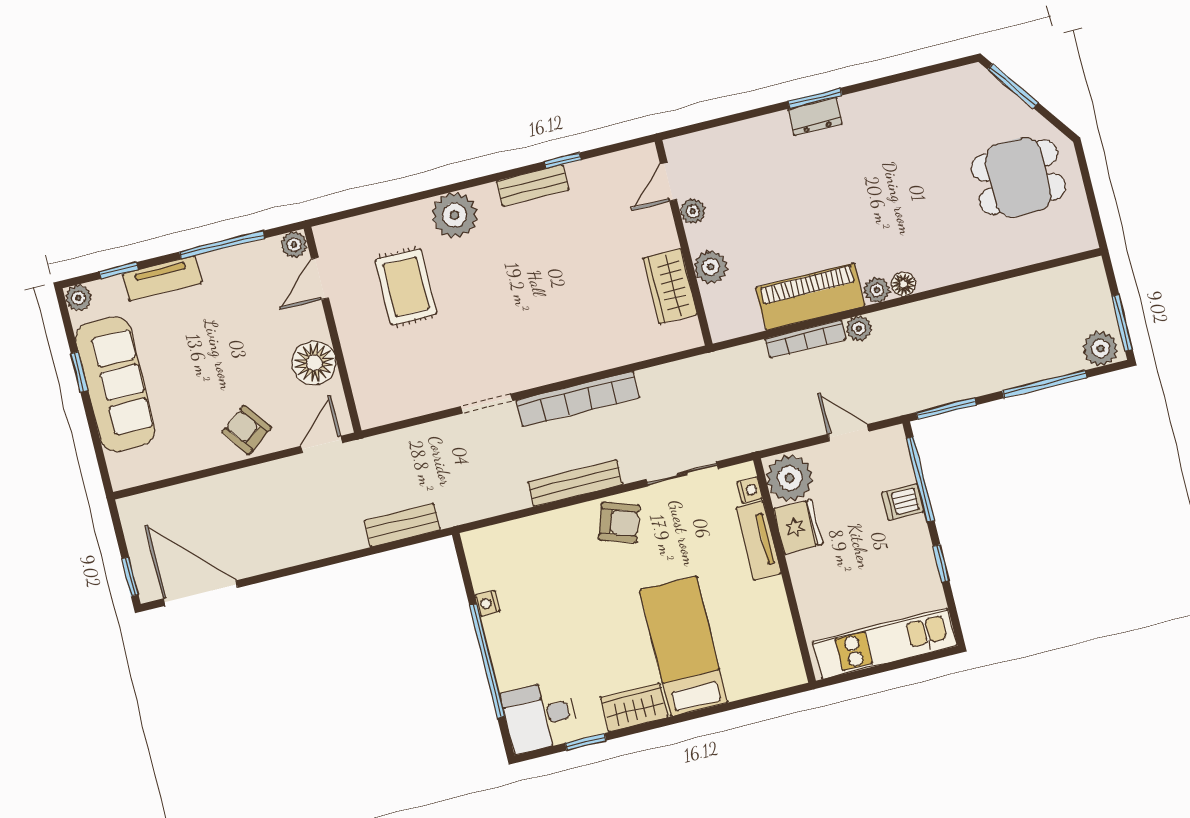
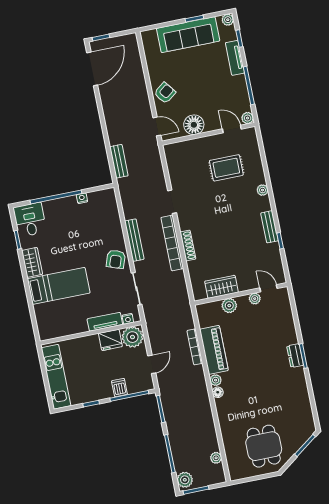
plant: (455, 215) -> (262, 190), width x0.53, depth x0.53
plant: (859, 328) -> (216, 458), moved
shoe rack: (582, 364) -> (188, 246), added

